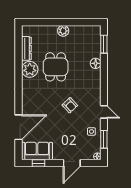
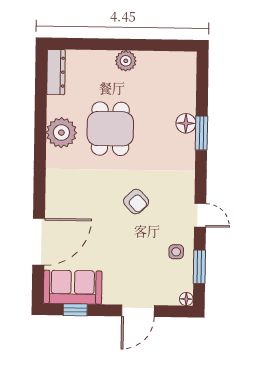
window: (104, 44) -> (201, 133), moved
dresser: (26, 48) -> (56, 72), moved

